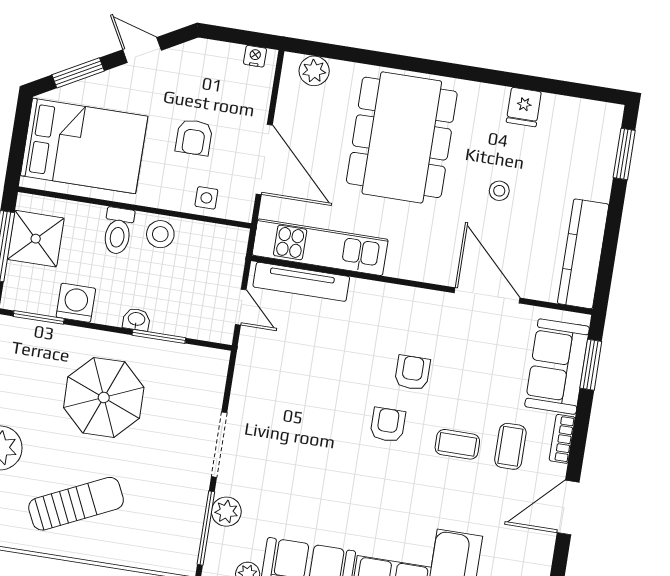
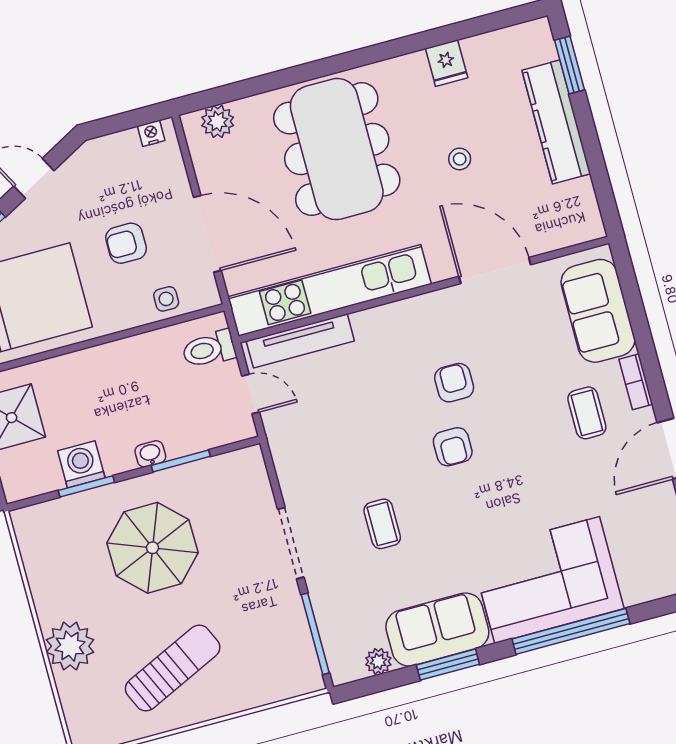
armchair: (194, 137) -> (126, 243), turned 90
toilet: (118, 231) -> (209, 349), moved, turned 90
stool: (160, 234) -> (136, 357), removed
kitchen unit: (320, 247) -> (329, 290), width x1.36
kitchen counter: (583, 254) -> (556, 122), moved
window: (39, 317) -> (86, 486), moved
window: (591, 365) -> (631, 294), removed
armchair: (388, 425) -> (453, 447), turned 180
coffee table: (457, 444) -> (382, 524), moved, turned 90
plant: (226, 512) -> (328, 608), removed

